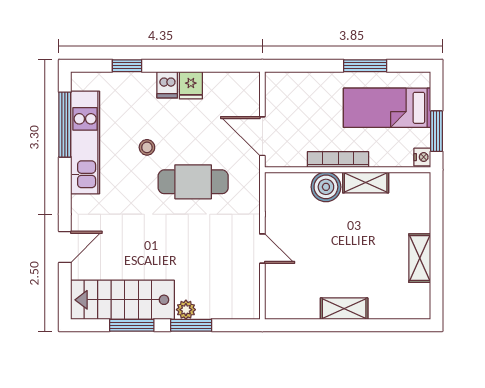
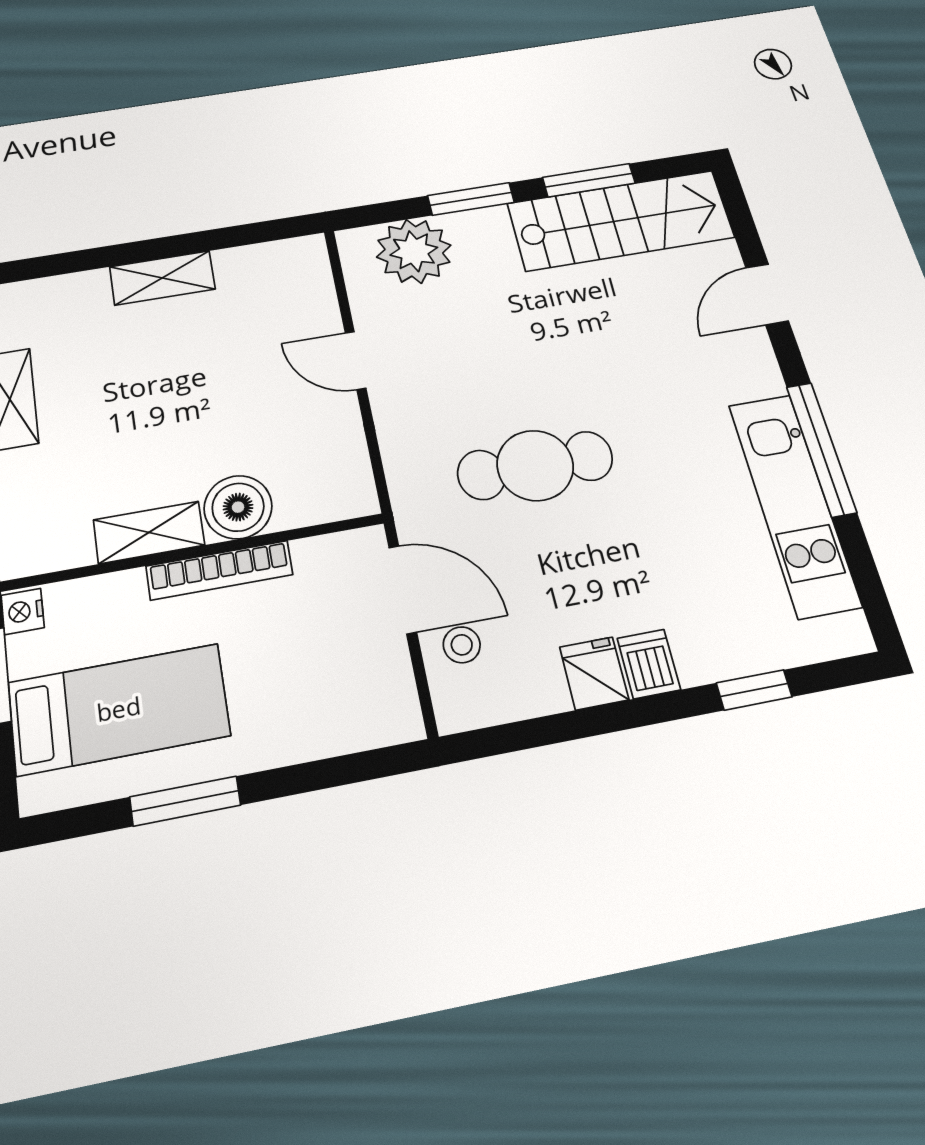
window: (65, 125) -> (821, 449), moved
stool: (147, 147) -> (462, 645), moved
plant: (186, 310) -> (414, 251), moved, width x1.87, depth x1.87

